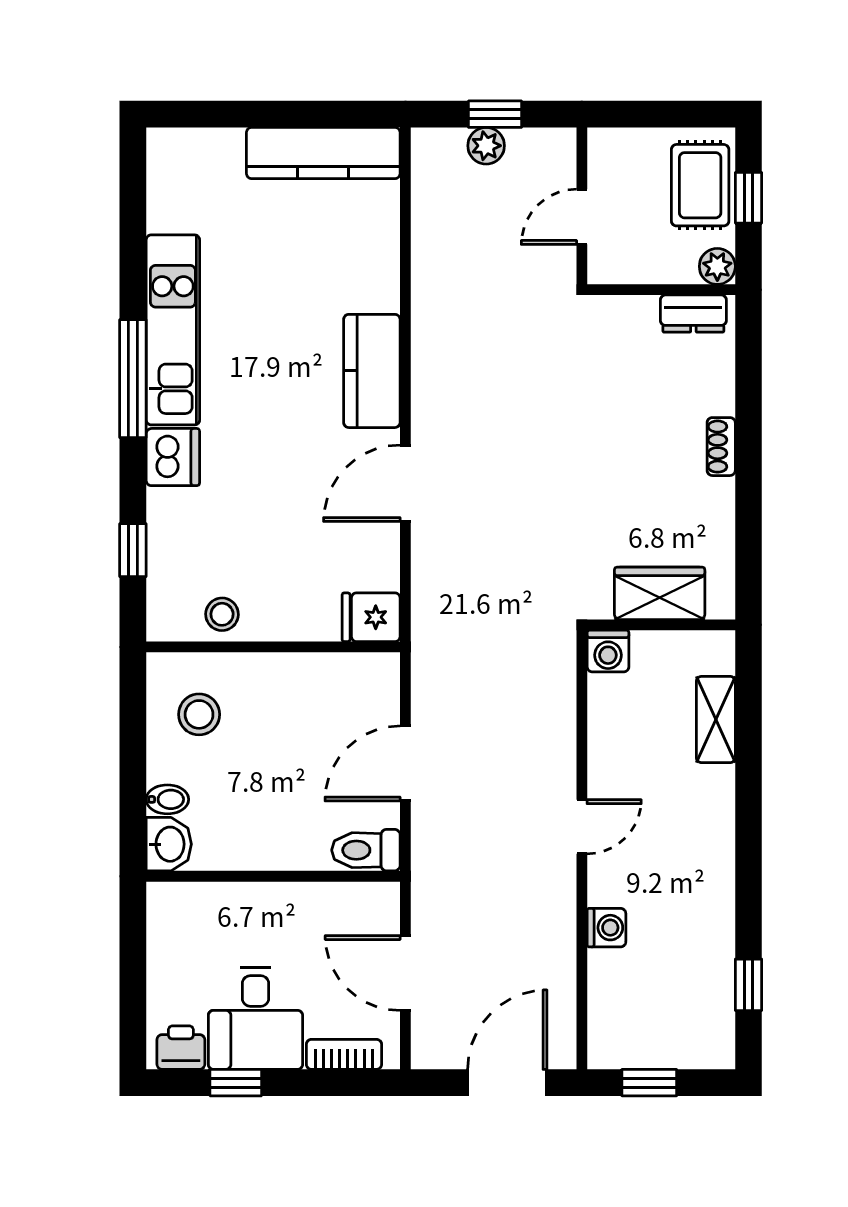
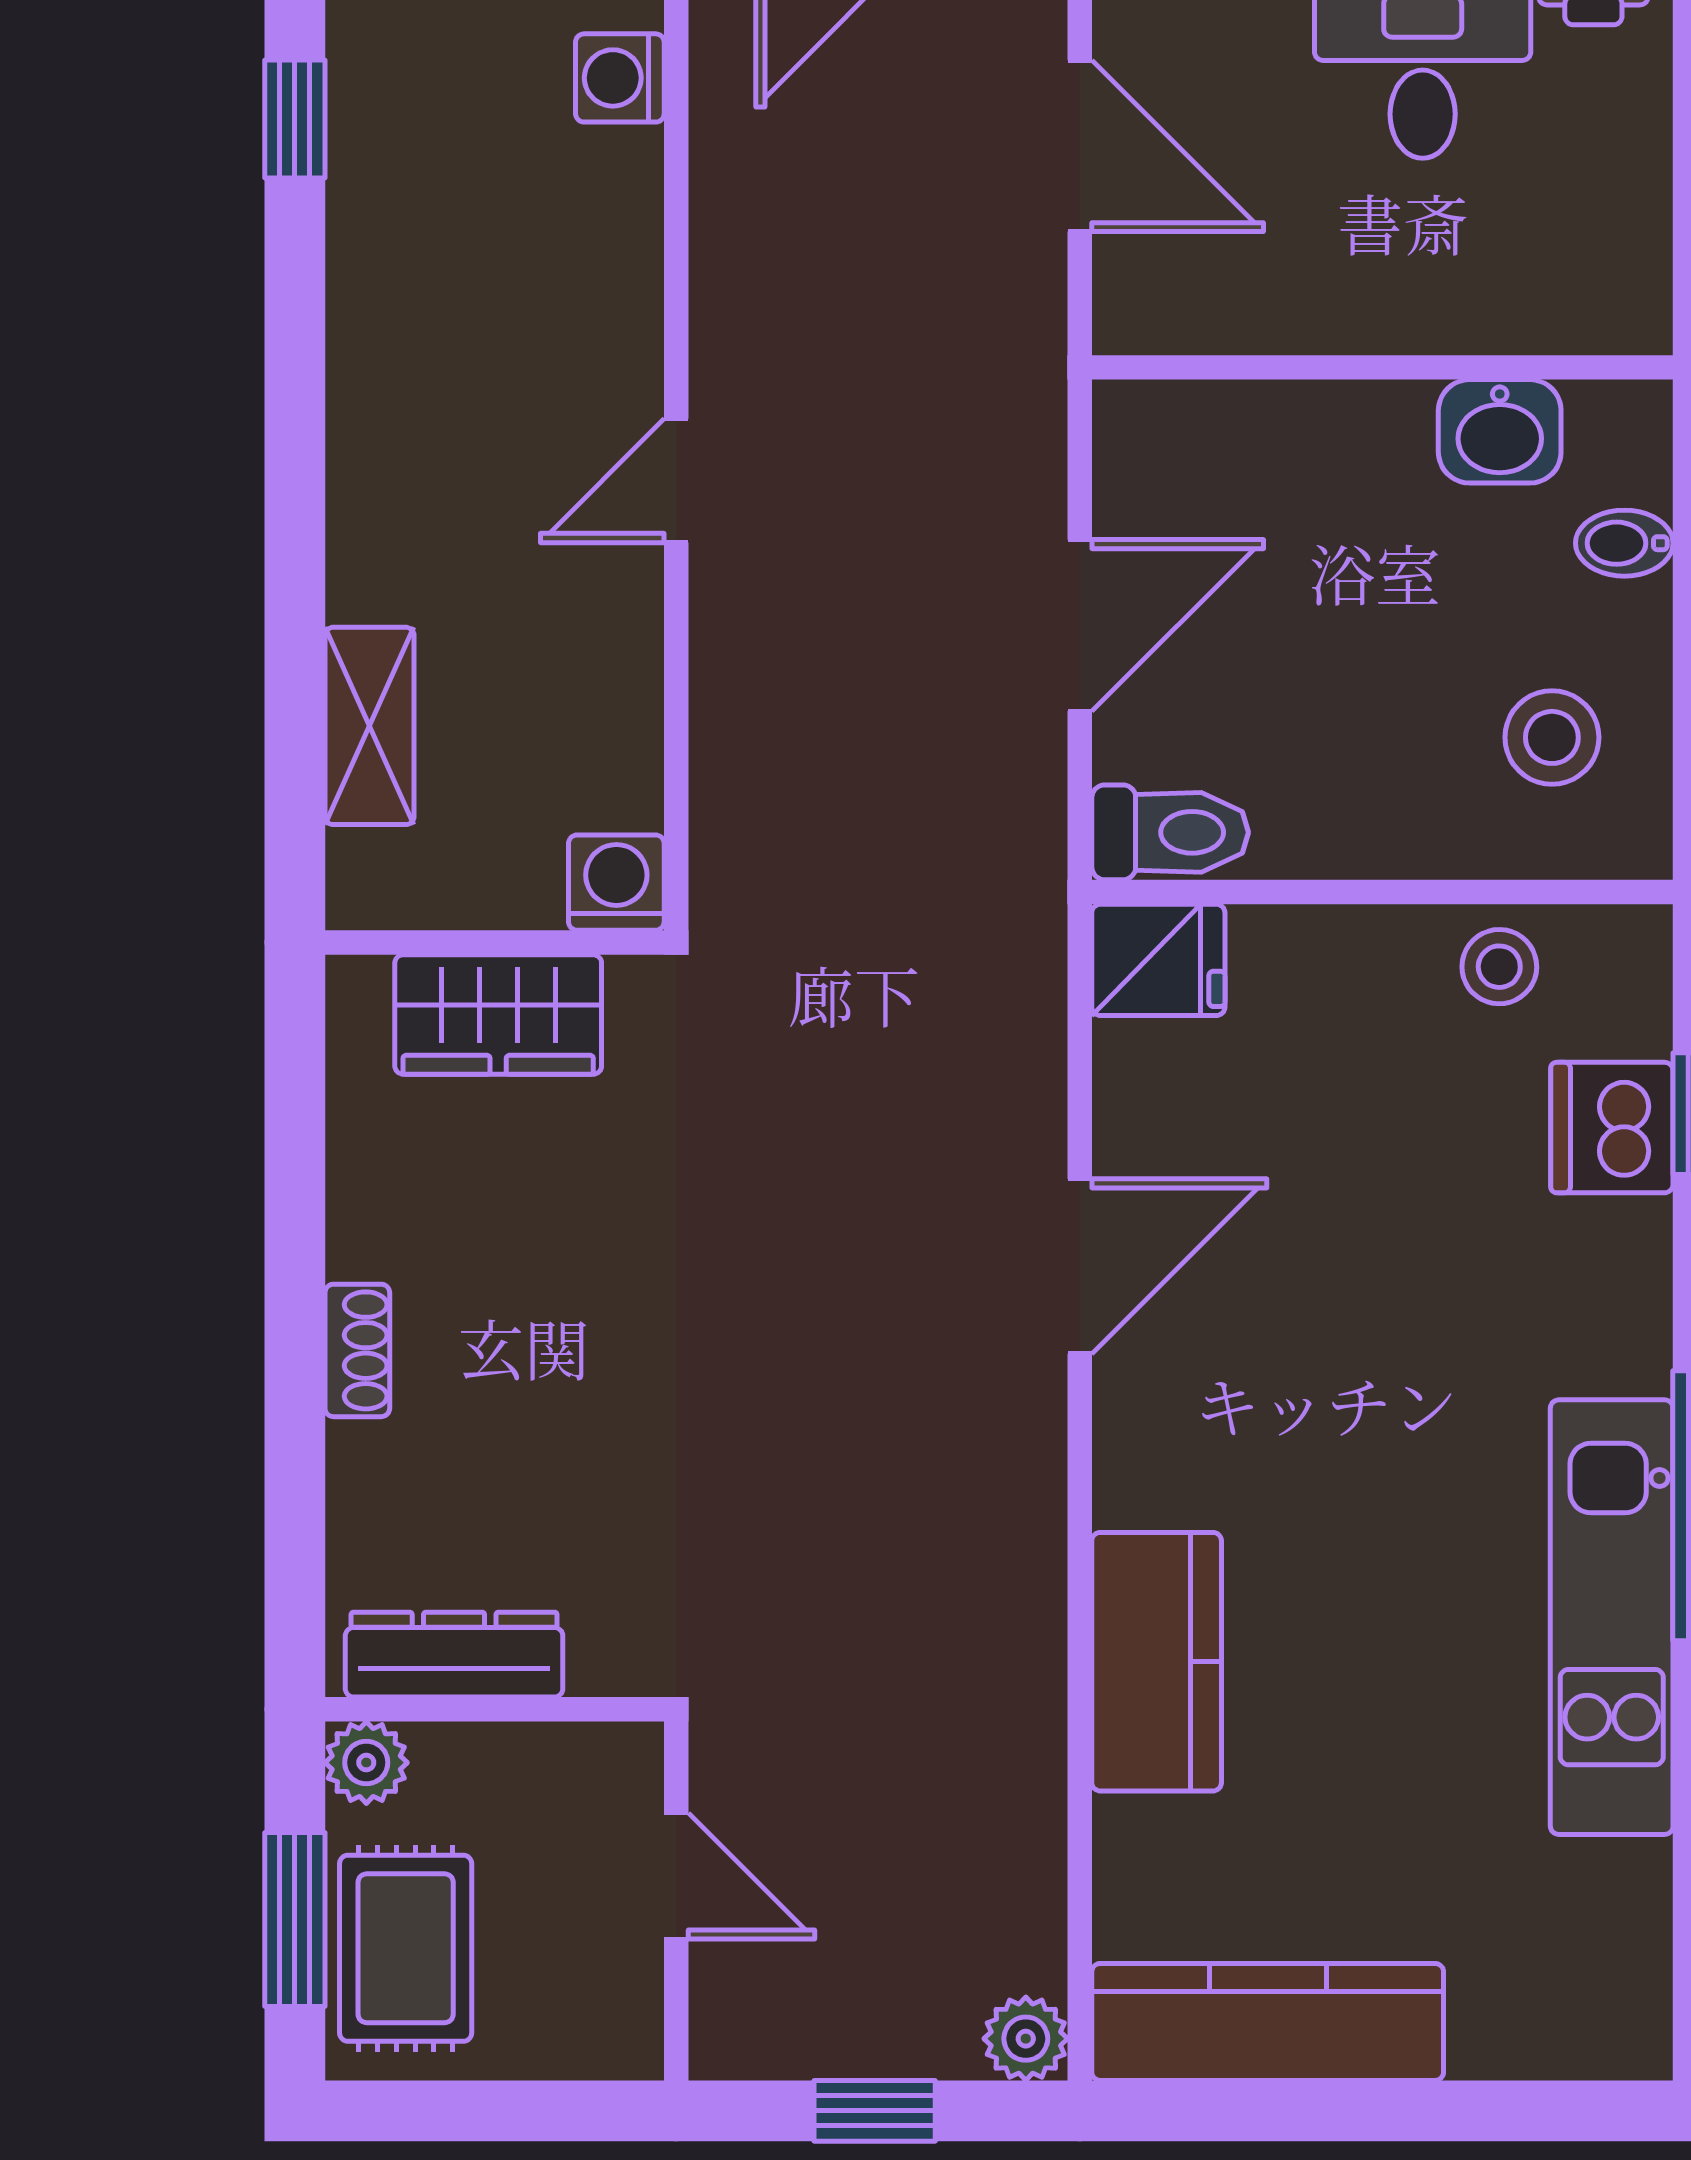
plant: (486, 146) -> (1026, 2039), moved
window: (749, 198) -> (295, 1919), width x1.50
door: (582, 217) -> (676, 1876), hinge flipped
dresser: (693, 314) -> (454, 1655), width x1.44
kitchen counter: (372, 371) -> (1157, 1662), moved
dishwasher: (173, 457) -> (1612, 1128), moved
washbasin: (169, 844) -> (1500, 431), moved, turned -90
toilet: (366, 850) -> (1170, 832), moved
washing machine: (606, 928) -> (620, 78), moved

